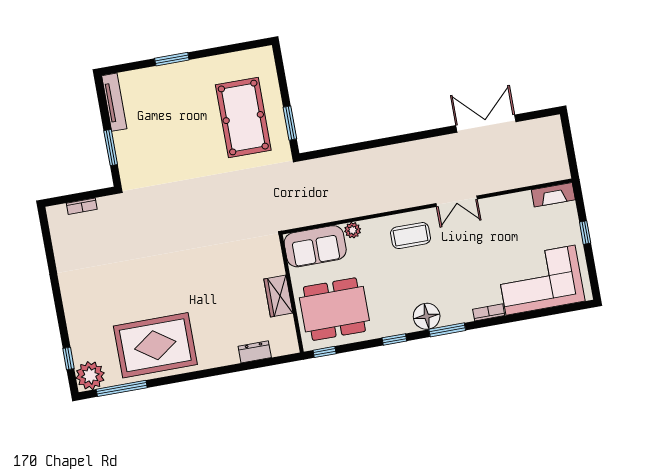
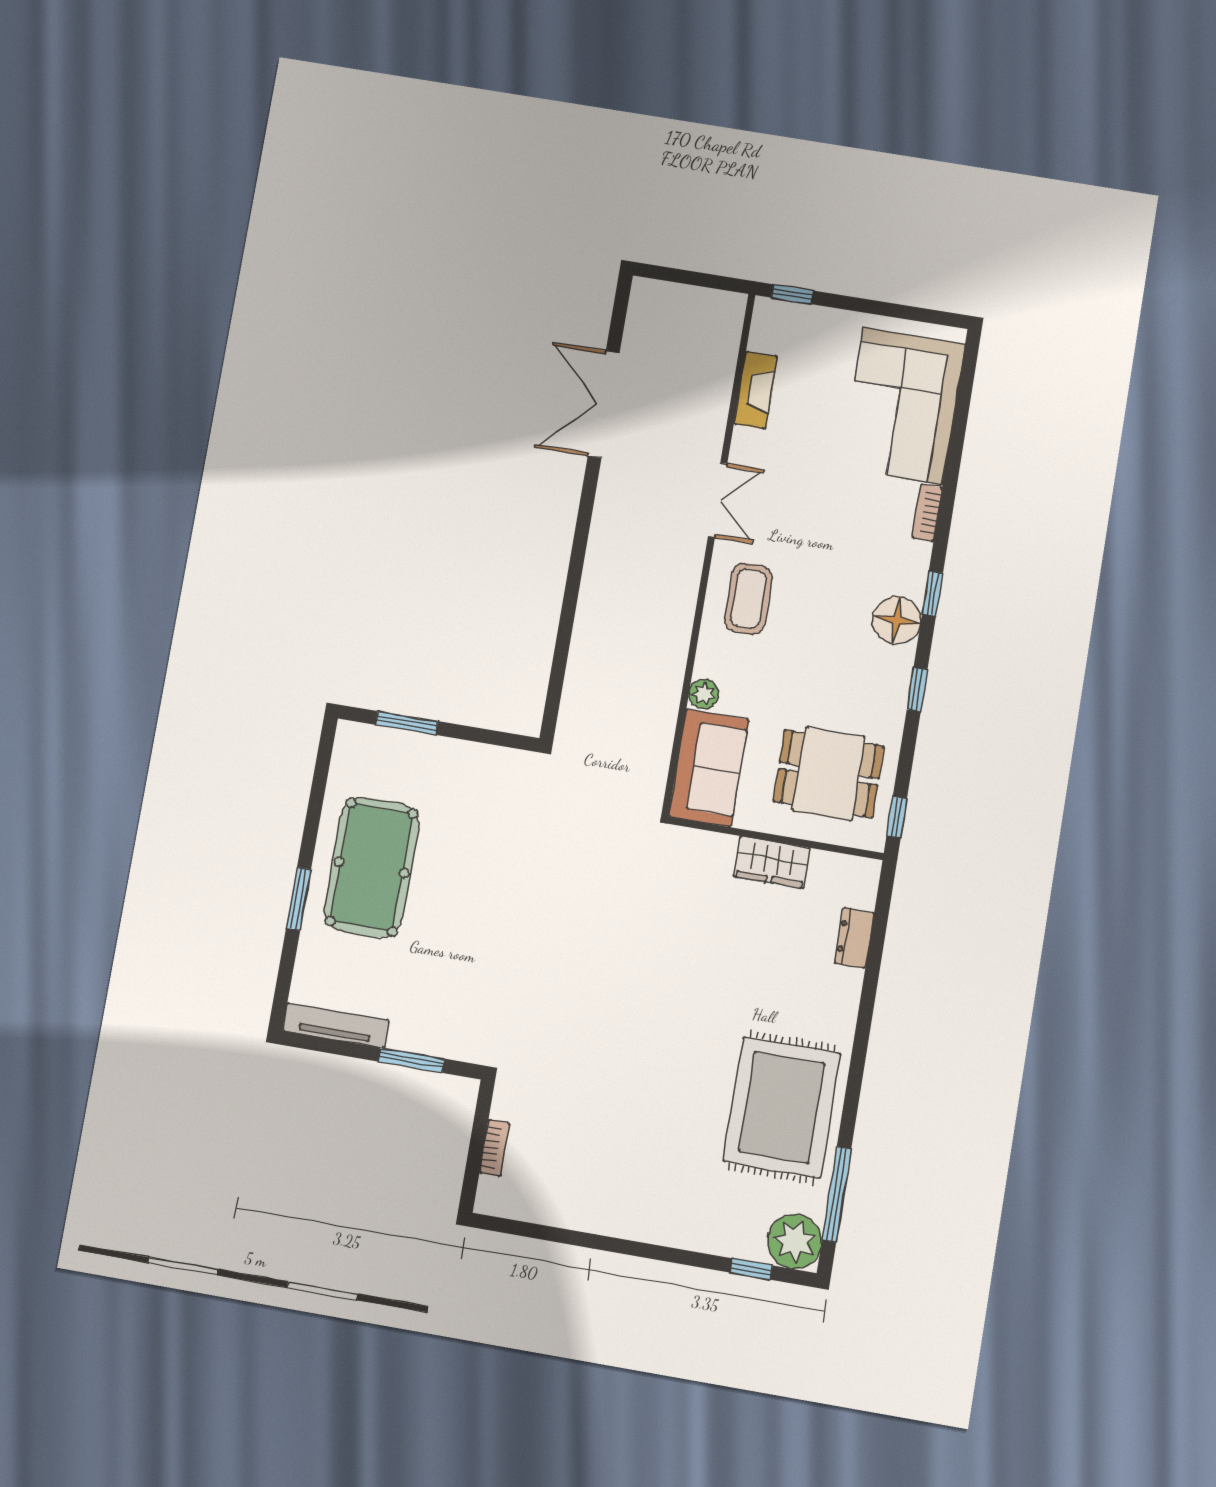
pool table: (243, 118) -> (372, 867), moved, turned 90
window: (290, 123) -> (407, 723), moved
fireplace: (553, 195) -> (756, 390), moved
window: (585, 233) -> (792, 294), moved
dining table: (334, 309) -> (829, 774), width x0.73
window: (447, 330) -> (932, 594), width x0.67

